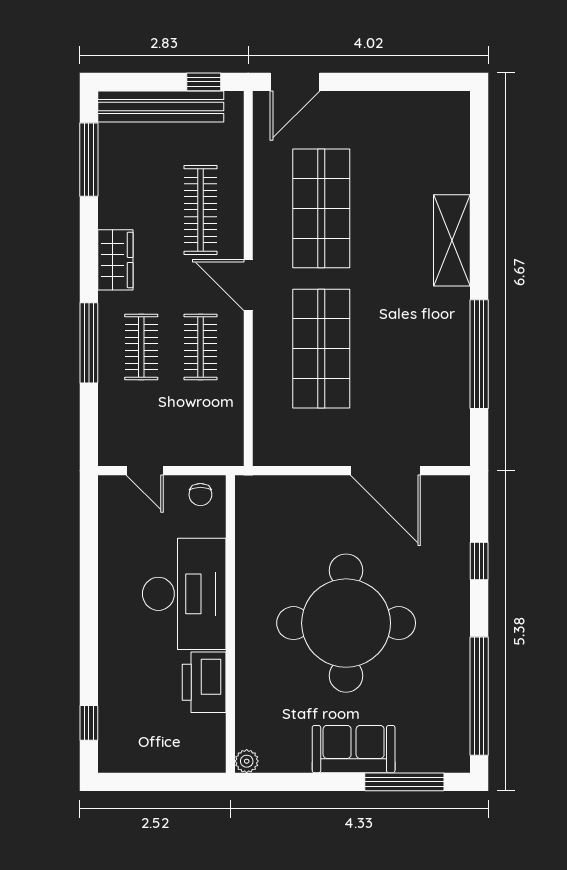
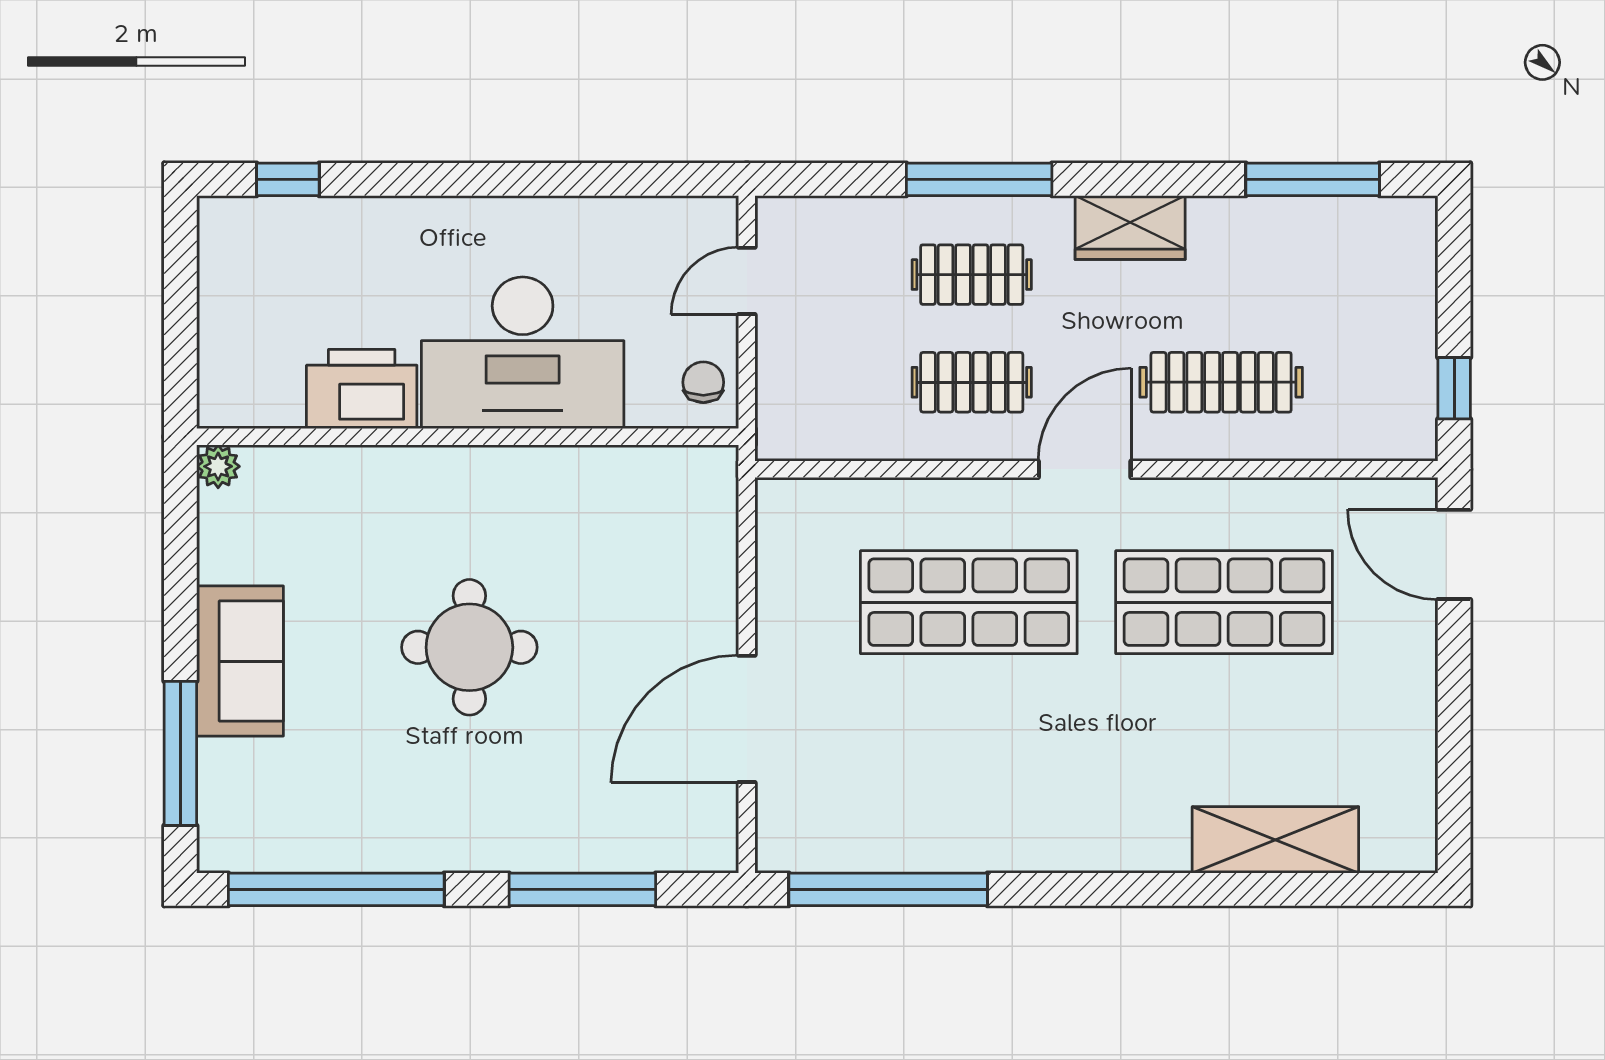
bench: (161, 106) -> (1409, 310), removed
shelving: (452, 240) -> (1275, 840), moved
window: (479, 354) -> (888, 889), moved
chair: (200, 495) -> (703, 382), turned 90
window: (479, 561) -> (582, 889), width x2.17
round table: (346, 623) -> (469, 647), width x0.54, depth x0.54

